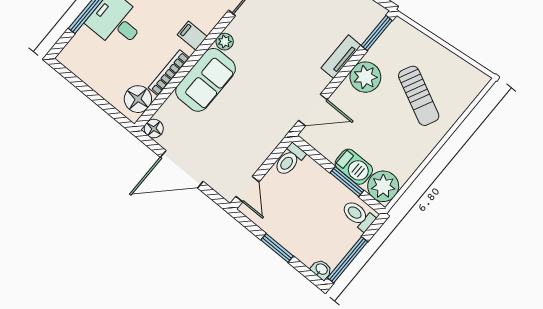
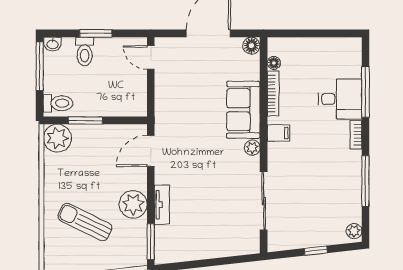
floor lamp: (138, 99) -> (274, 63), width x0.53, depth x0.53
toilet: (289, 160) -> (85, 52), moved, turned 180
barbecue: (354, 167) -> (89, 135), removed

